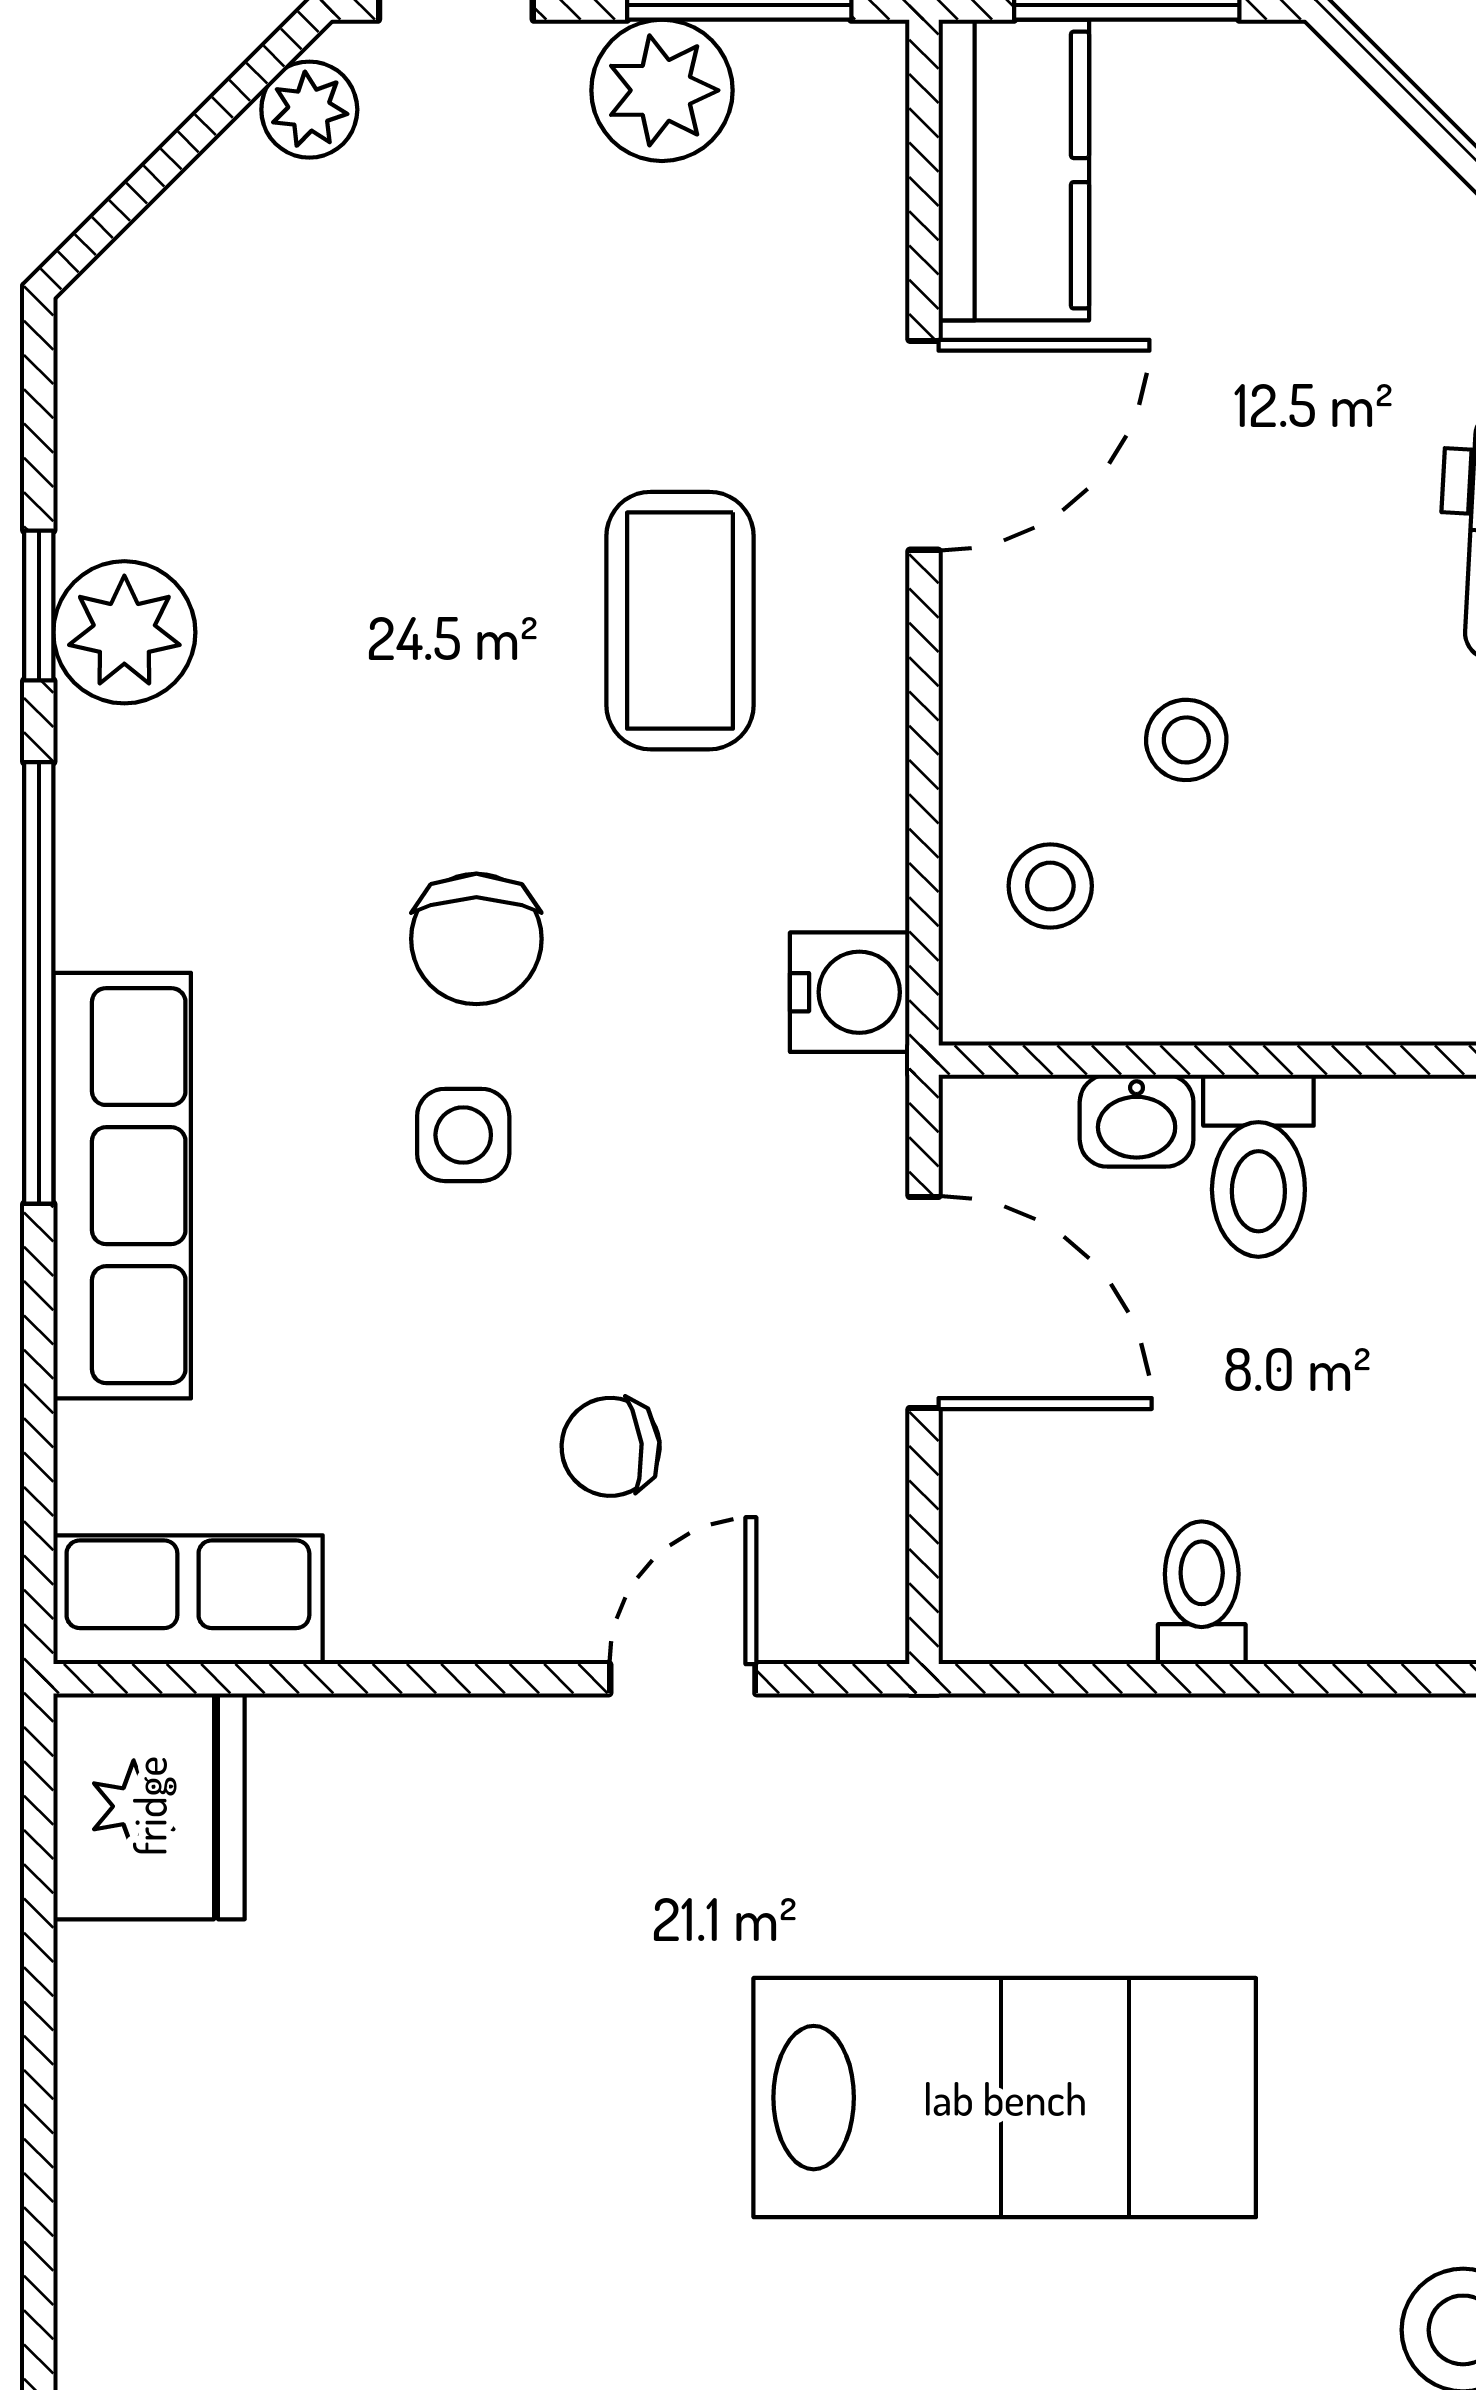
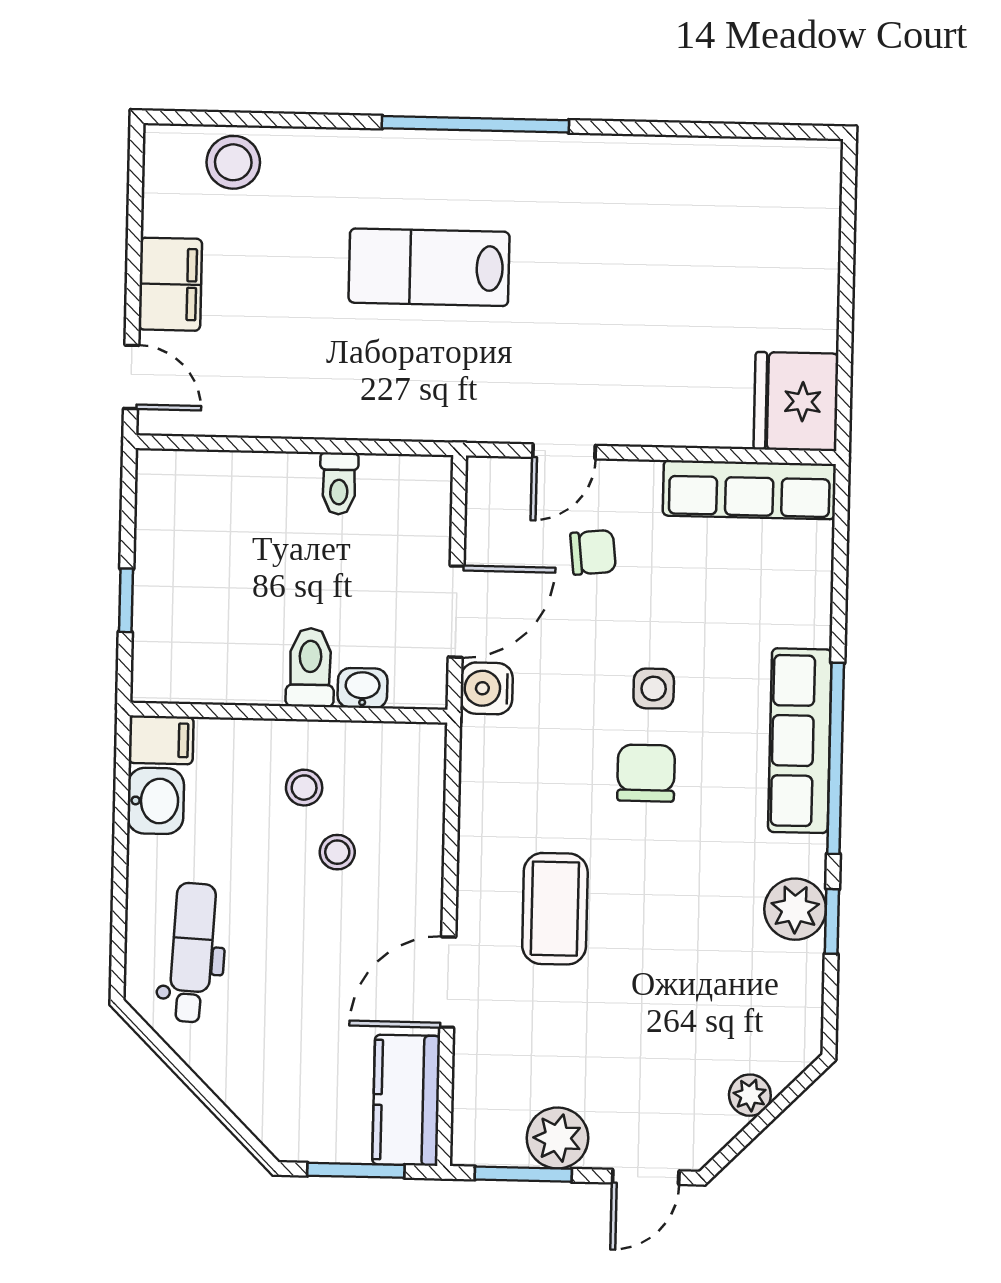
plant: (309, 110) -> (750, 1095), moved
stool: (1050, 886) -> (304, 788), moved
water cooler: (850, 992) -> (487, 688), moved
row of seats: (122, 1186) -> (800, 741), moved
door: (924, 1303) -> (456, 612), swing flipped
row of seats: (188, 1600) -> (749, 490), width x1.48
lab bench: (1005, 2098) -> (429, 267), width x0.73, depth x0.72

